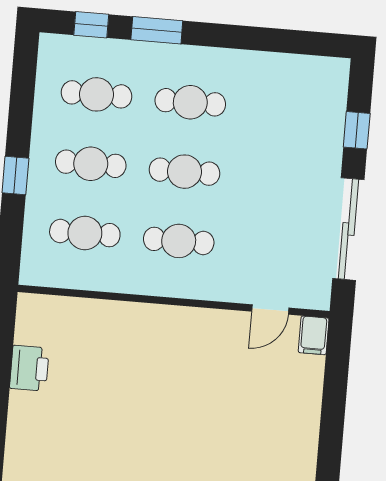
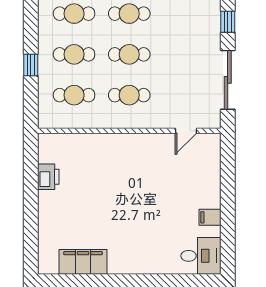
filing cabinet: (314, 335) -> (210, 217), moved, turned 90

